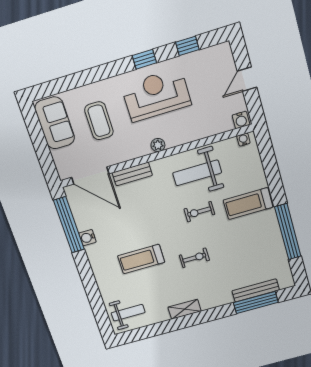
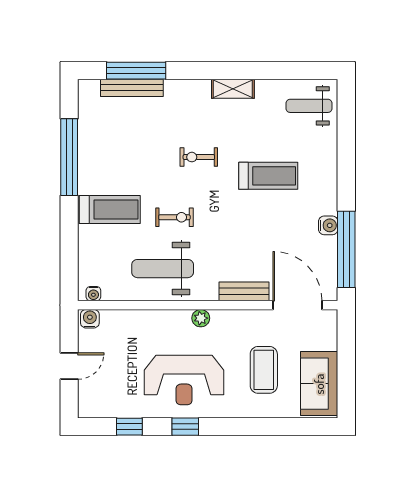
weight bench: (197, 173) -> (163, 269), turned 180

